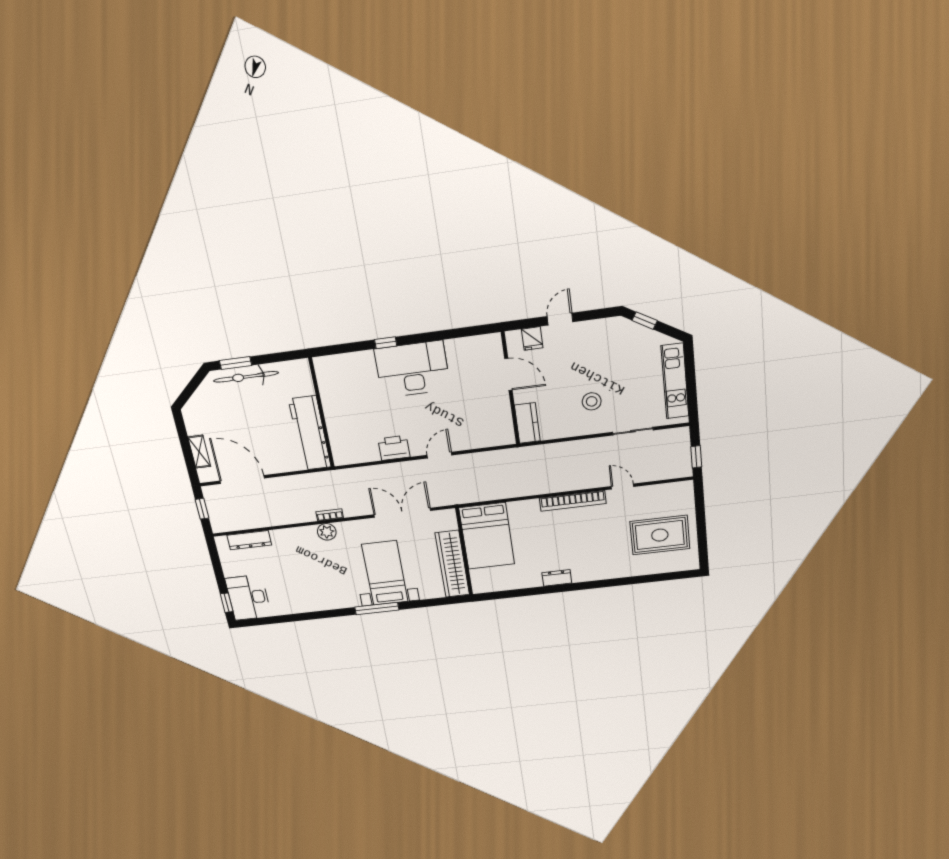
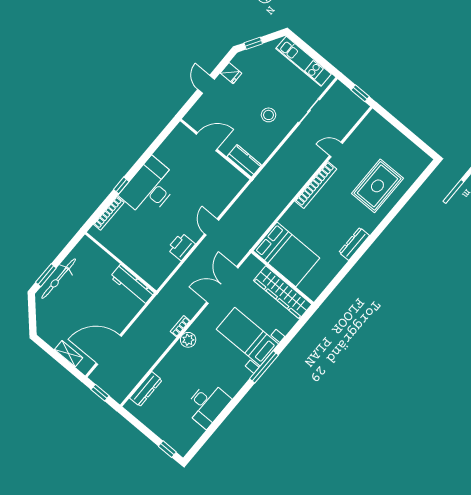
fridge: (532, 338) -> (231, 73), moved
bookcase: (350, 358) -> (109, 213), added
workbench: (310, 433) -> (132, 285), width x0.73, depth x0.76
rug: (660, 535) -> (377, 186), moved
dresser: (557, 578) -> (354, 244), width x1.44
desk: (248, 597) -> (207, 404), moved, turned -90

